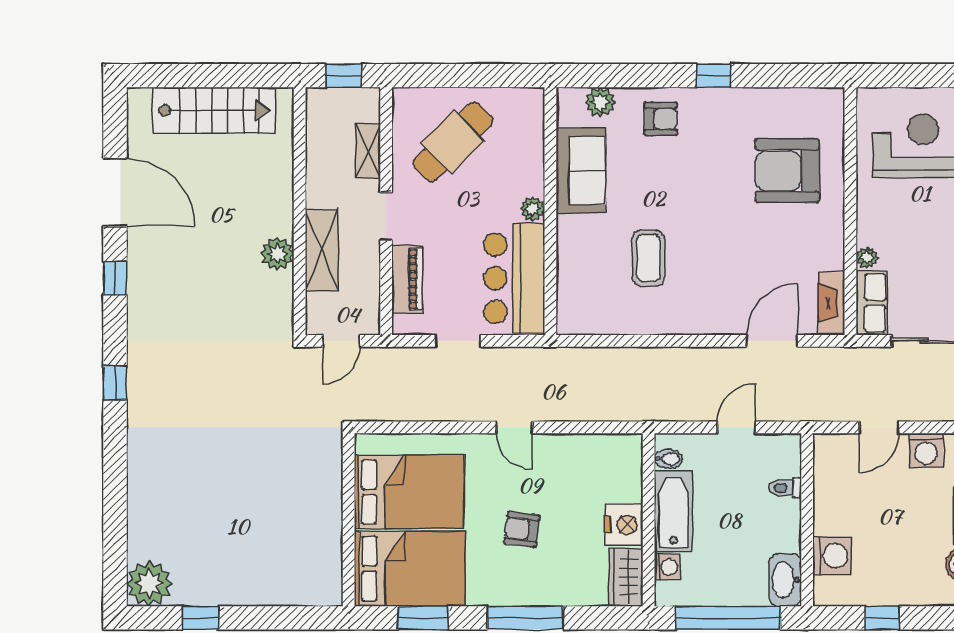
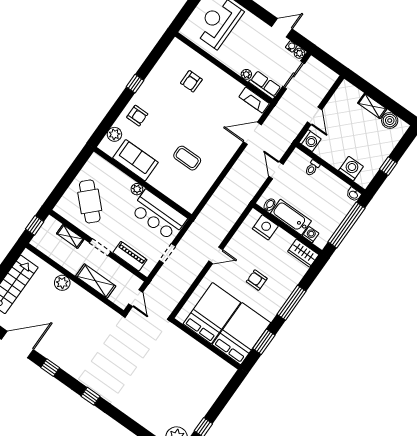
armchair: (661, 119) -> (137, 116), turned 90
armchair: (787, 171) -> (191, 81), width x0.53, depth x0.53
plant: (277, 254) -> (62, 283), moved
door: (772, 341) -> (252, 133), hinge flipped
washing machine: (926, 450) -> (310, 141), moved
nightstand: (624, 525) -> (265, 227), moved
armchair: (522, 529) -> (257, 280), turned 83
washbasin: (785, 580) -> (354, 194), width x0.52, depth x0.69

